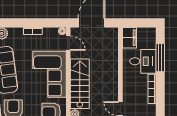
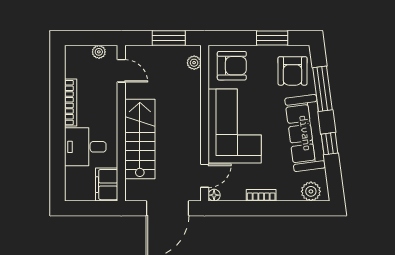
door: (68, 43) -> (205, 176), swing flipped
window: (160, 58) -> (57, 153), removed
stairs: (80, 84) -> (140, 139), moved, turned 180

